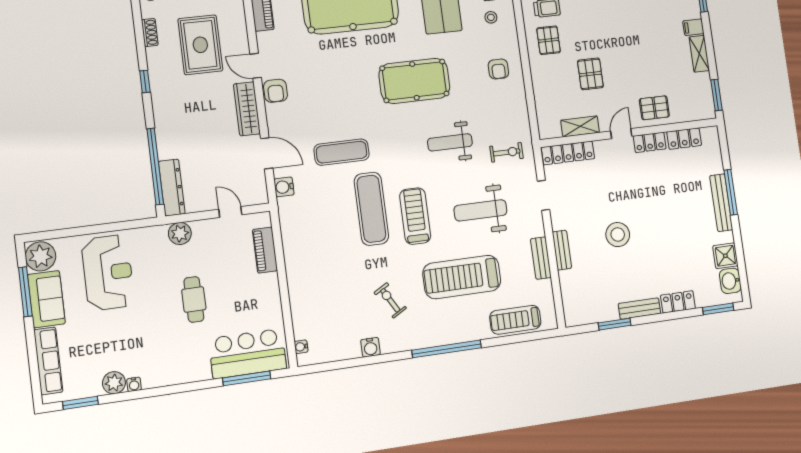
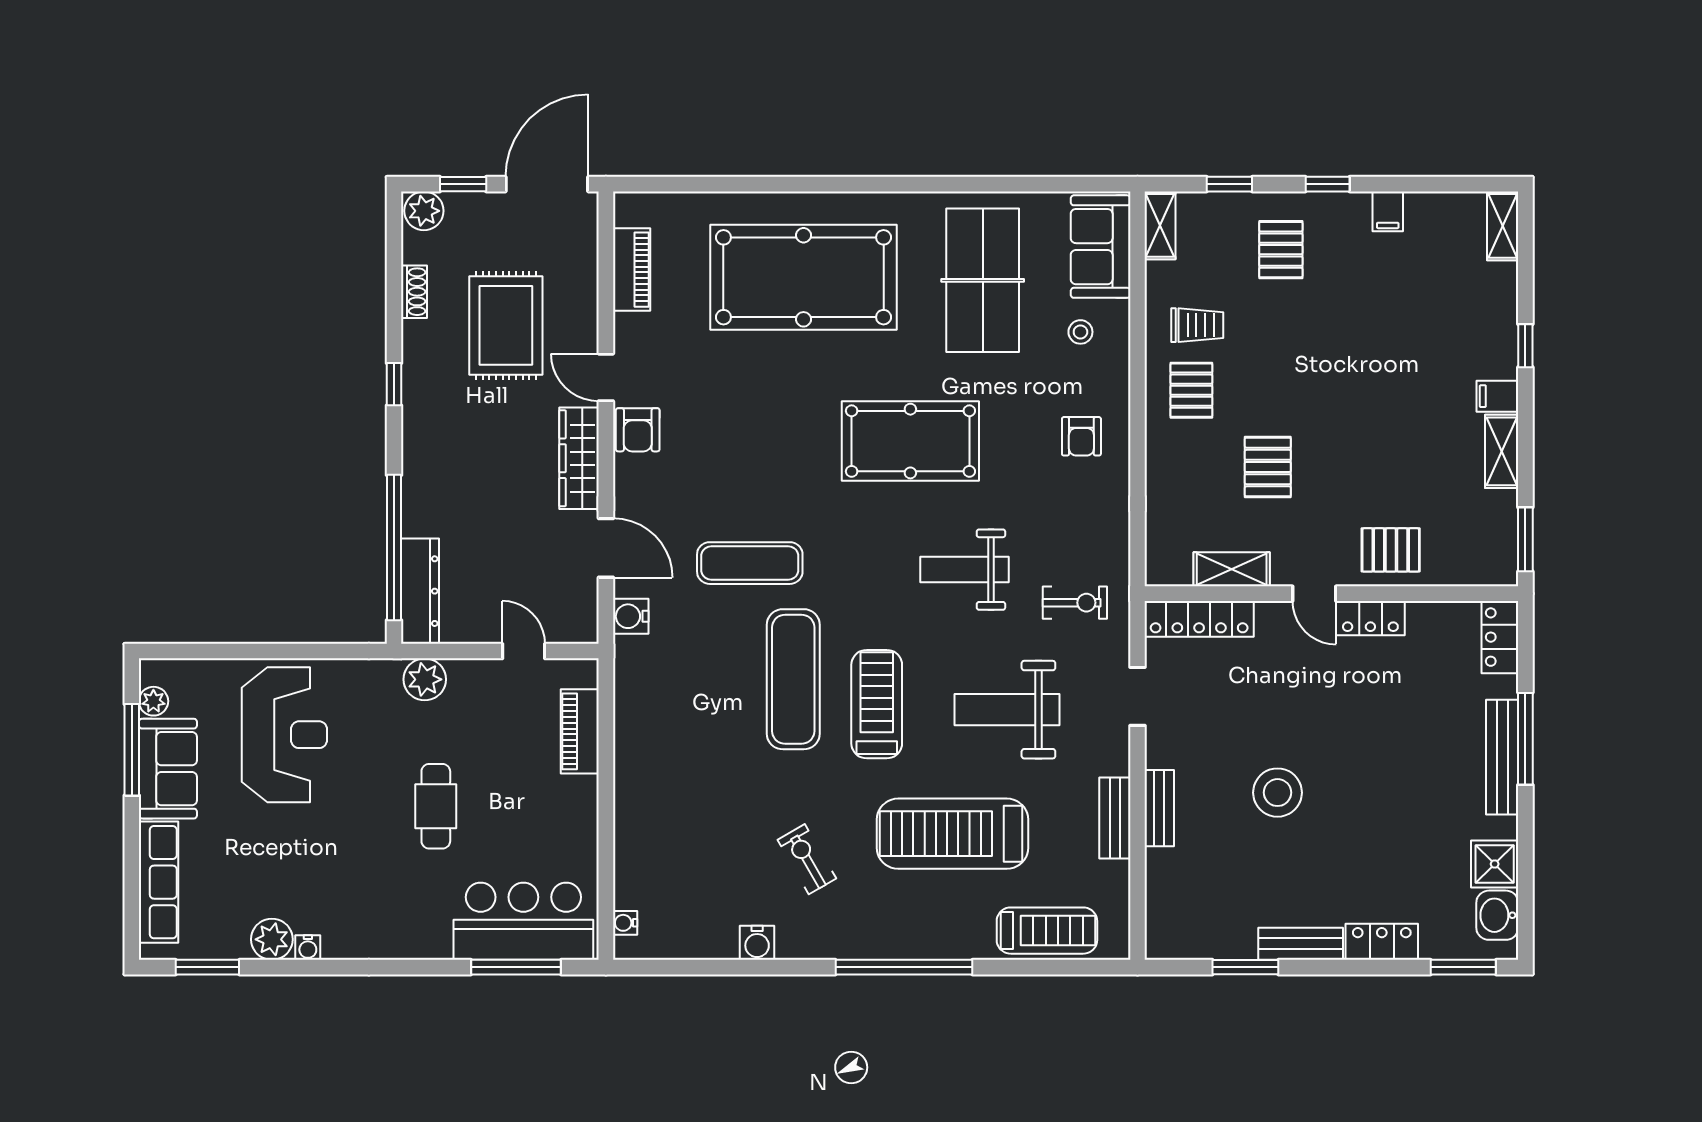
door: (621, 134) -> (1314, 594), swing flipped
locker: (684, 139) -> (1500, 637), moved, turned 90
plant: (41, 256) -> (153, 701), width x0.53, depth x0.53
treadmill: (515, 320) -> (1047, 931), turned 180

